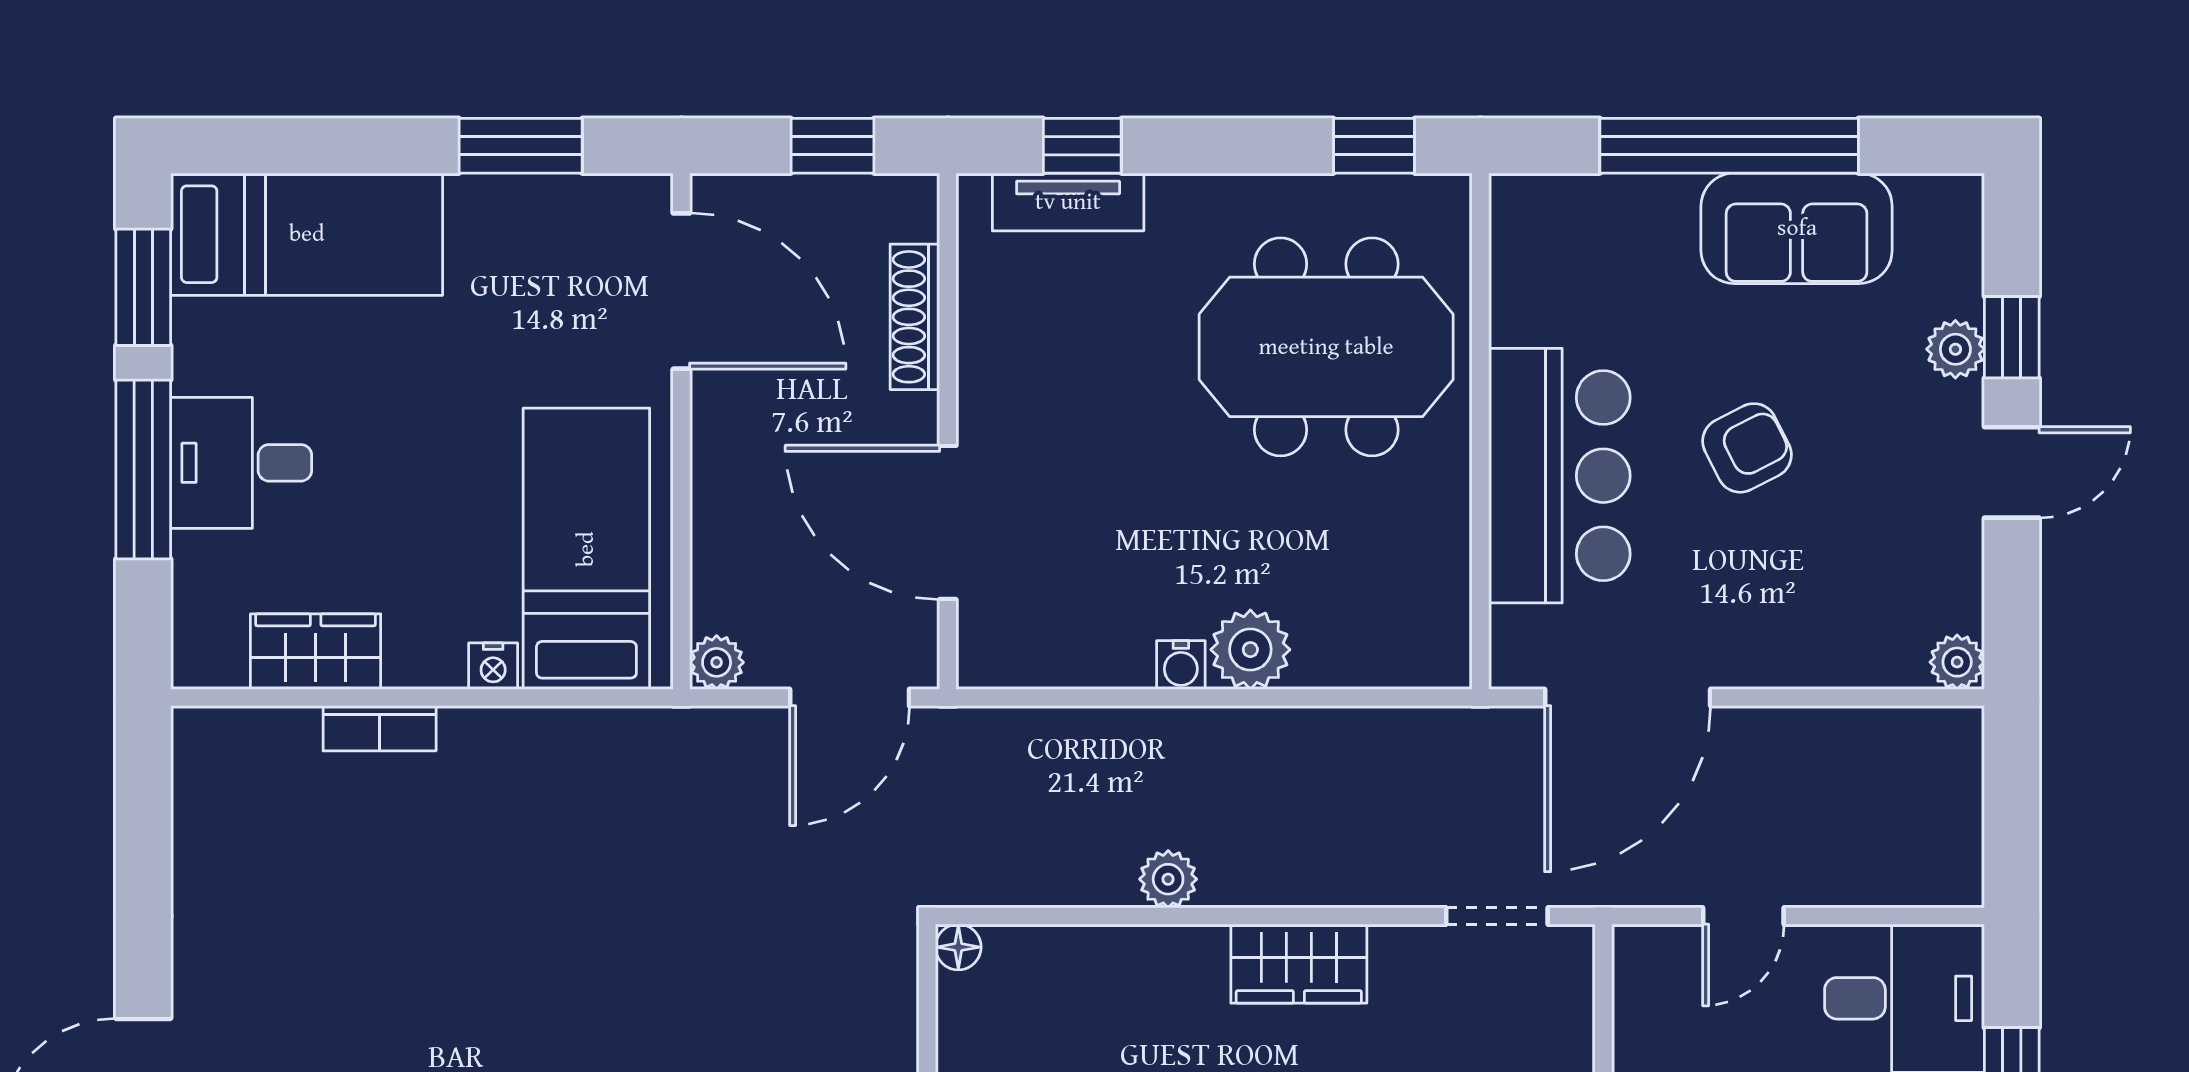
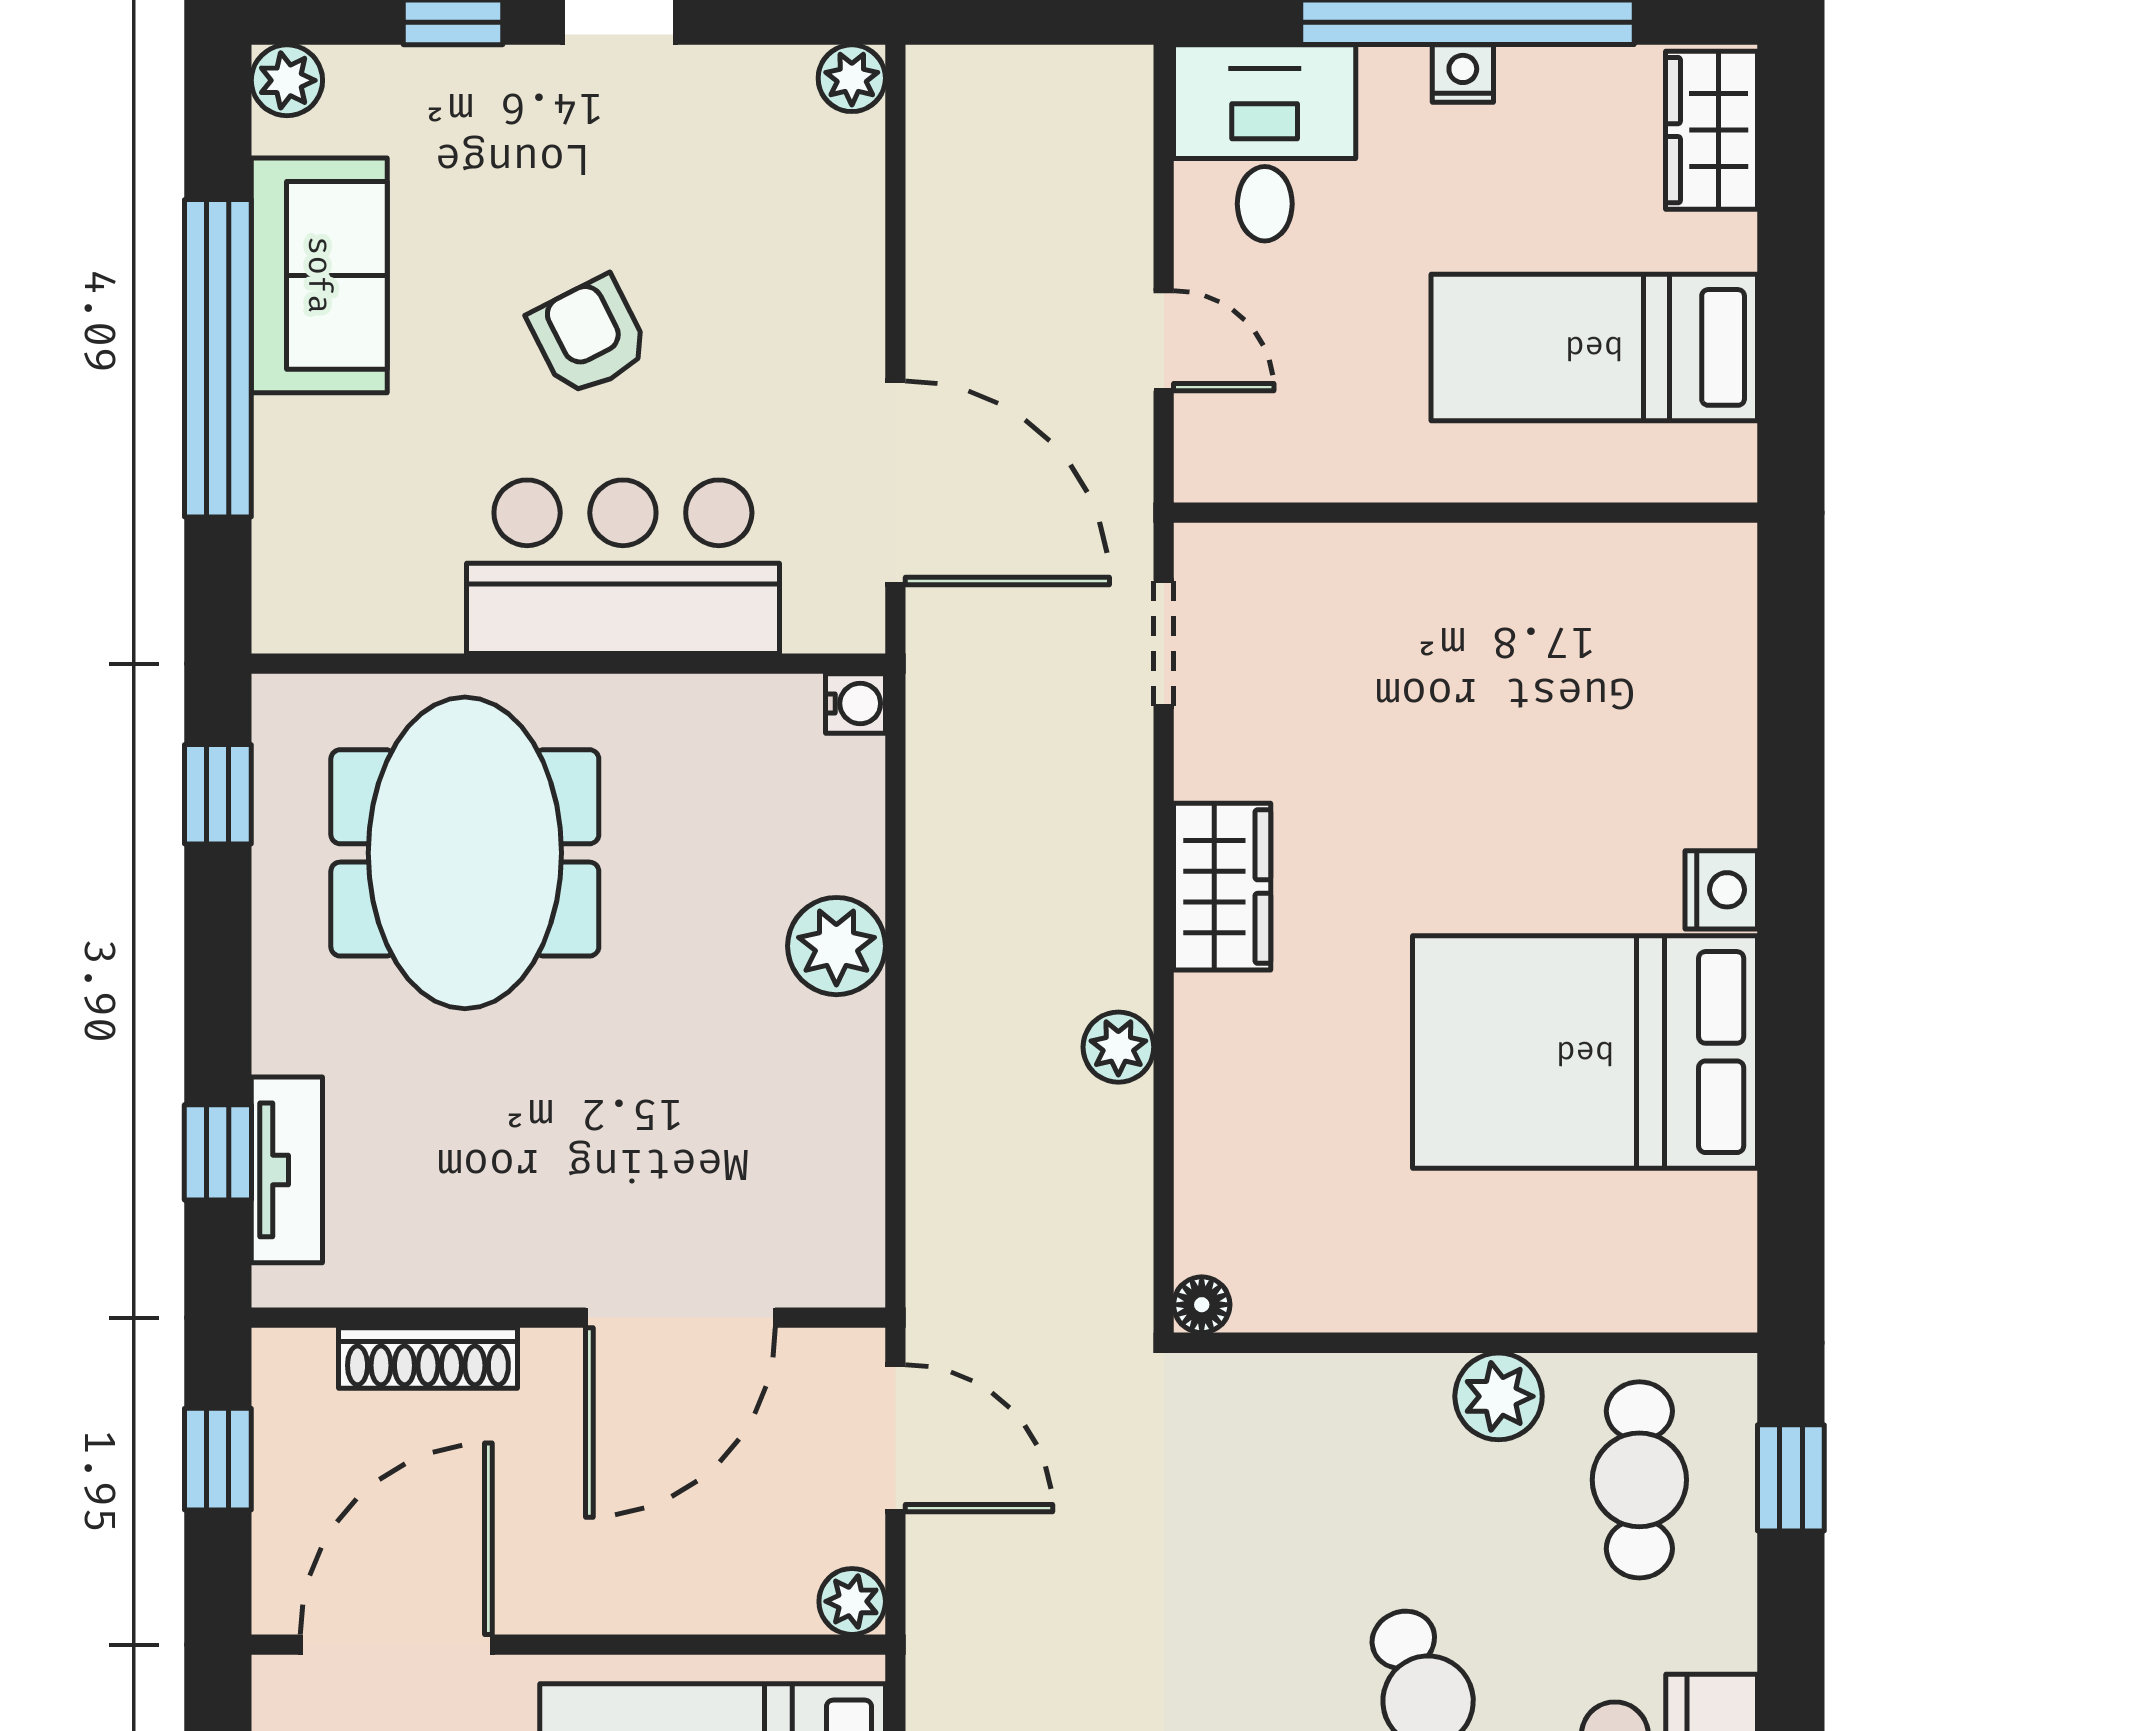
plant: (1955, 349) -> (287, 80), moved
water cooler: (1181, 665) -> (855, 703), moved

